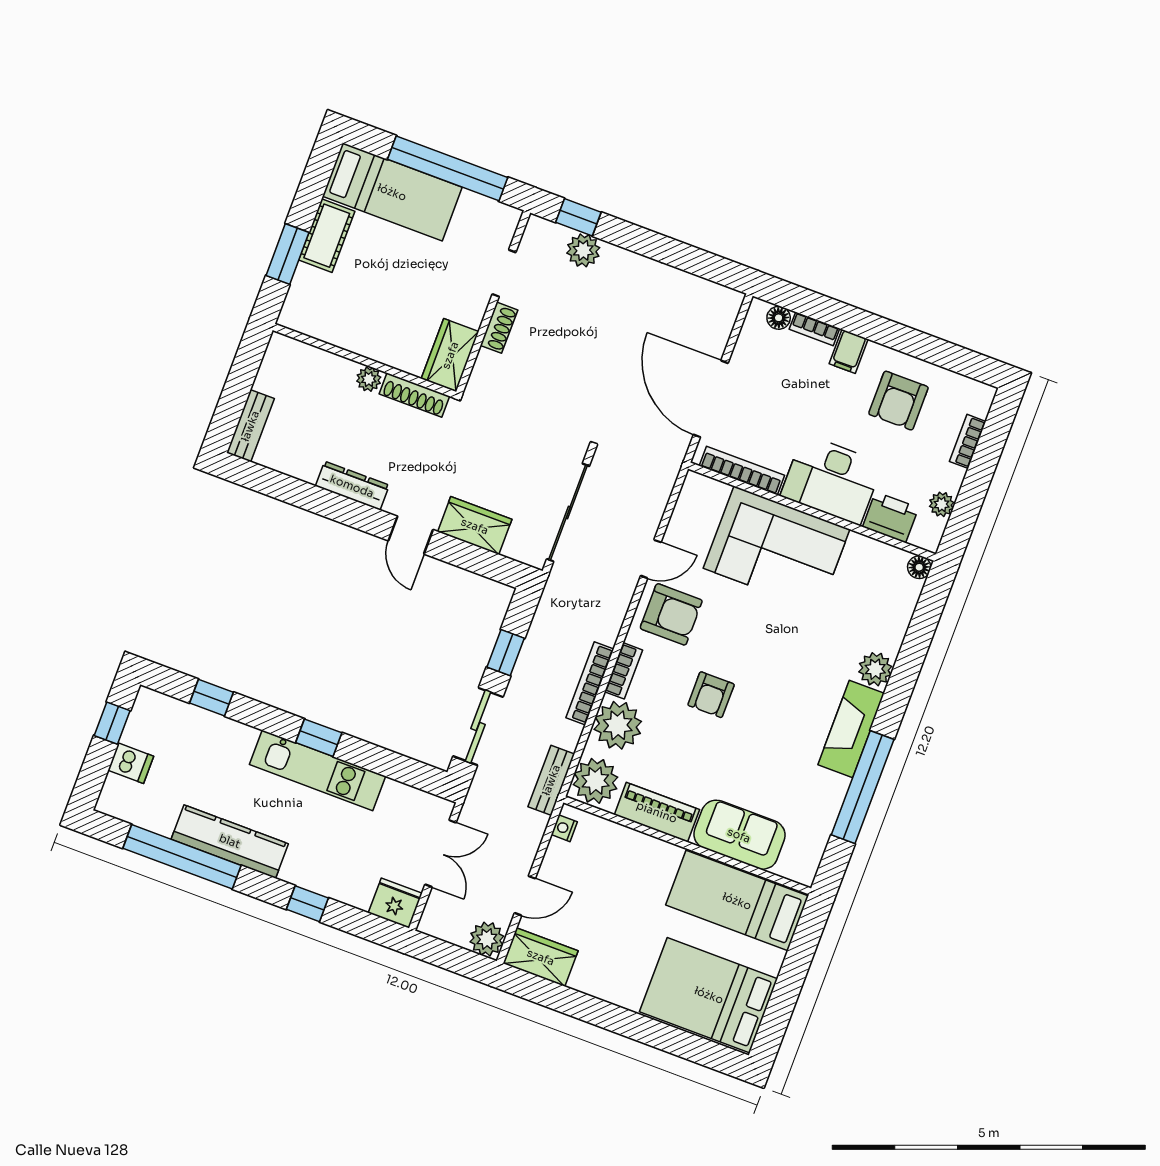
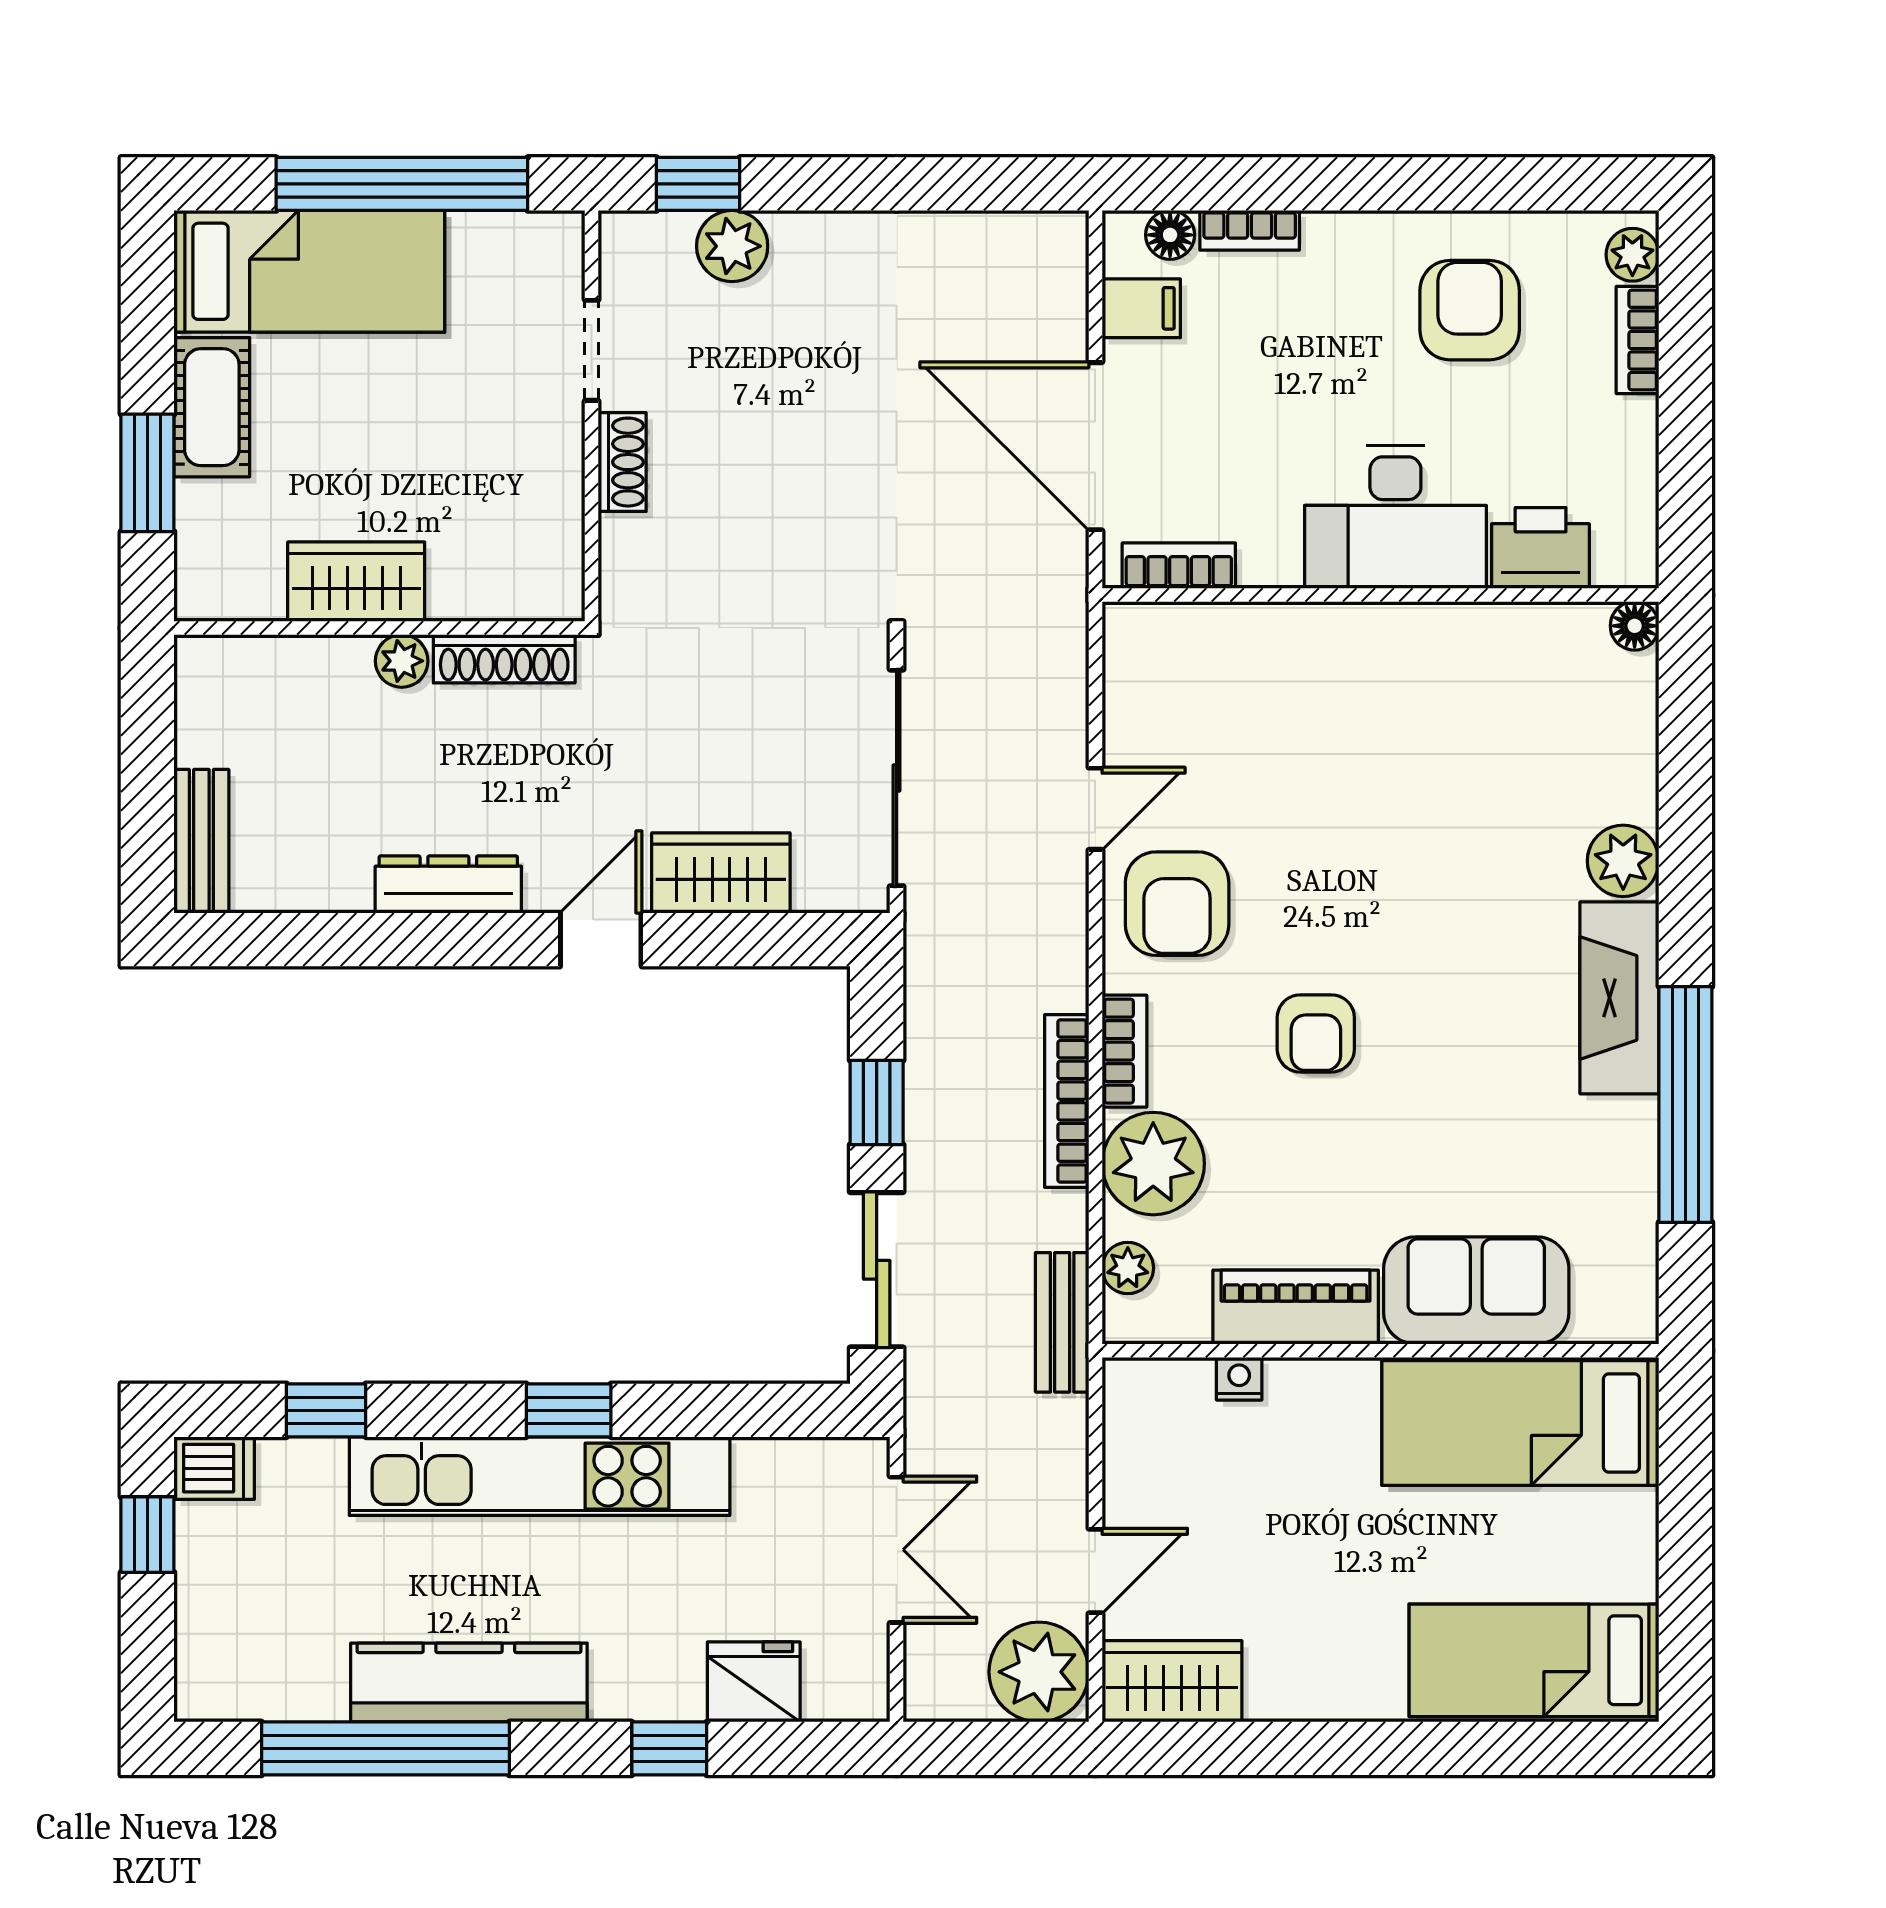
filing cabinet: (849, 351) -> (1141, 308), moved, turned -90
wardrobe: (450, 355) -> (356, 582), moved, turned 90
armchair: (898, 401) -> (1470, 310), turned 180
bookcase: (742, 471) -> (1179, 566), width x0.64
plant: (942, 504) -> (1632, 255), moved
door: (411, 535) -> (601, 940), swing flipped
corner sofa: (777, 549) -> (1338, 695), removed
armchair: (671, 614) -> (1177, 904), turned 90
dishwasher: (131, 763) -> (214, 1468), moved
kitchen unit: (317, 770) -> (540, 1476), width x1.36
plant: (595, 781) -> (1128, 1268), width x0.53, depth x0.53
nightstand: (564, 828) -> (1239, 1379), moved, turned 90
fridge: (395, 903) -> (754, 1682), moved
plant: (487, 939) -> (1039, 1672), width x1.36, depth x1.36
bed: (709, 995) -> (1534, 1660), width x0.67

